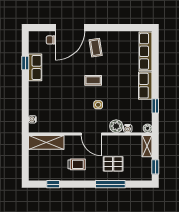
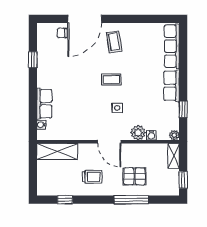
row of seats: (35, 67) -> (44, 104), moved

